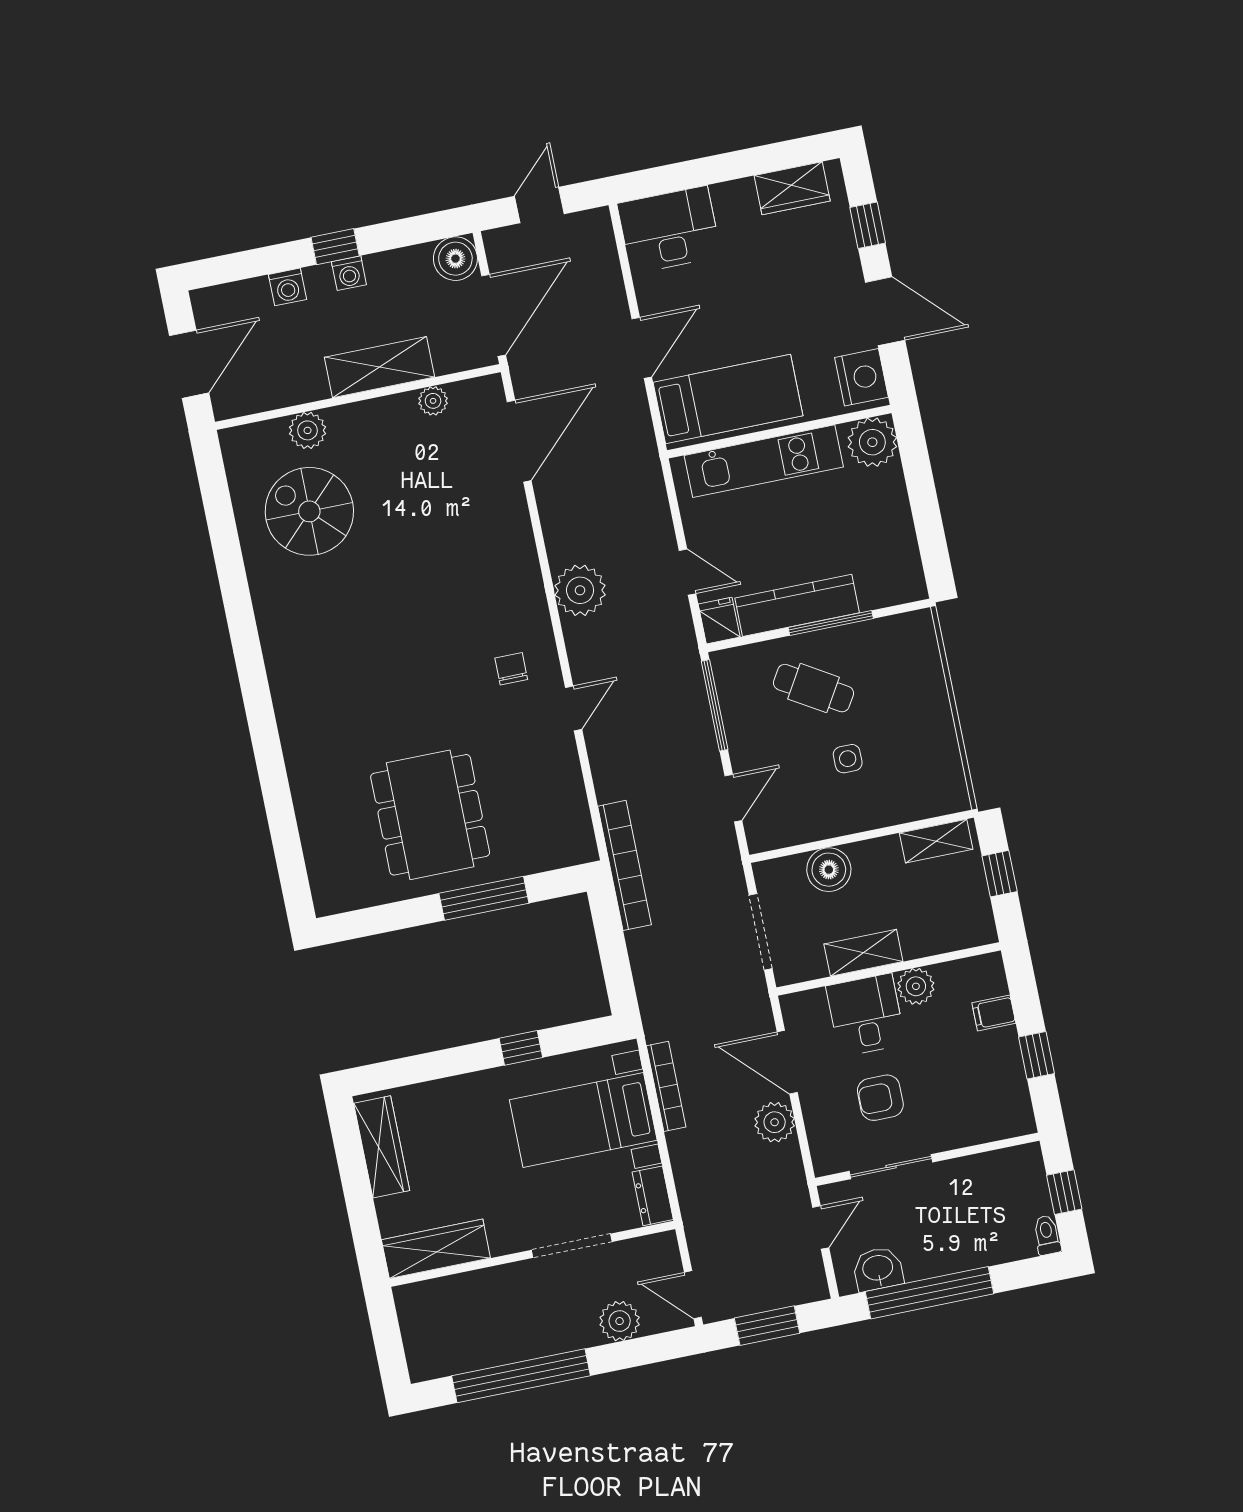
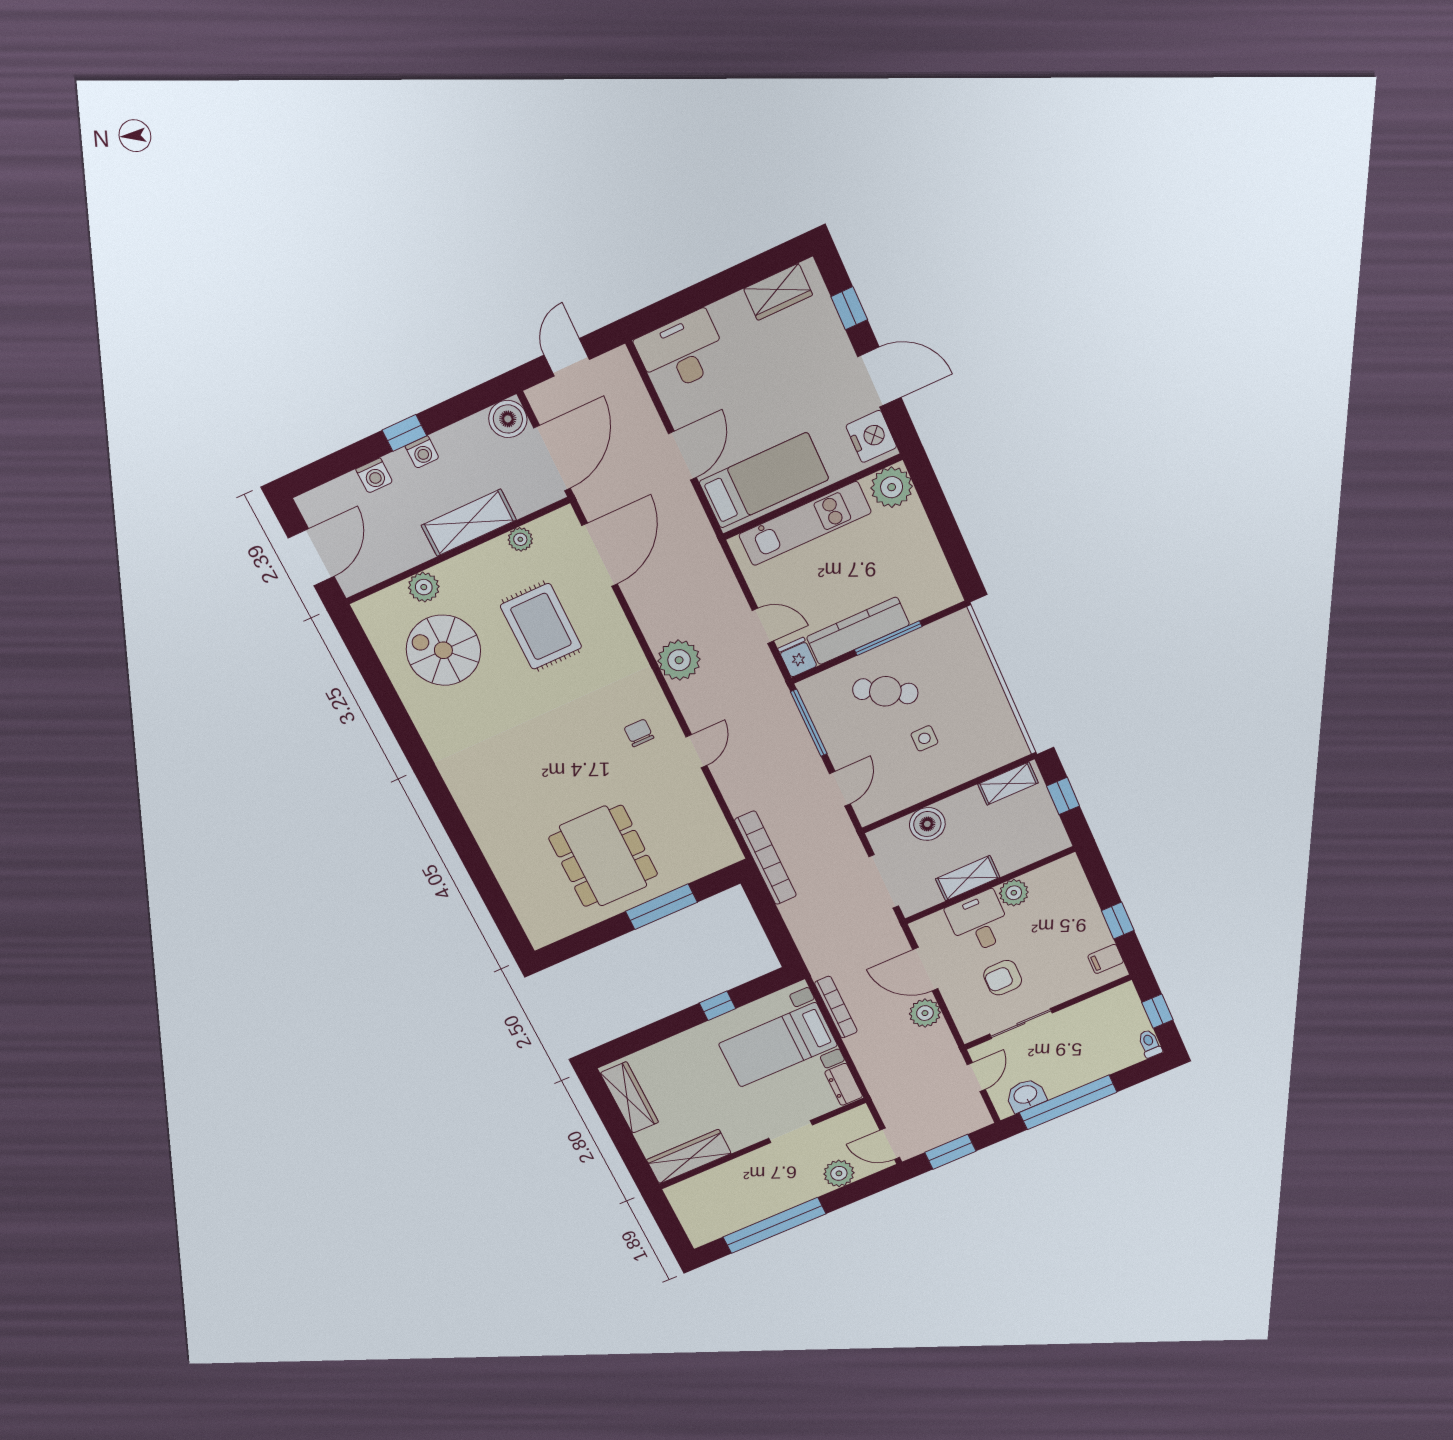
rug: (430, 510) -> (541, 626), added
filing cabinet: (994, 1013) -> (1106, 959), moved
doorway: (572, 1246) -> (791, 1132), width x0.73

